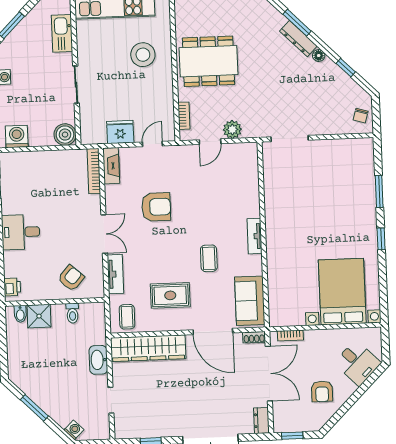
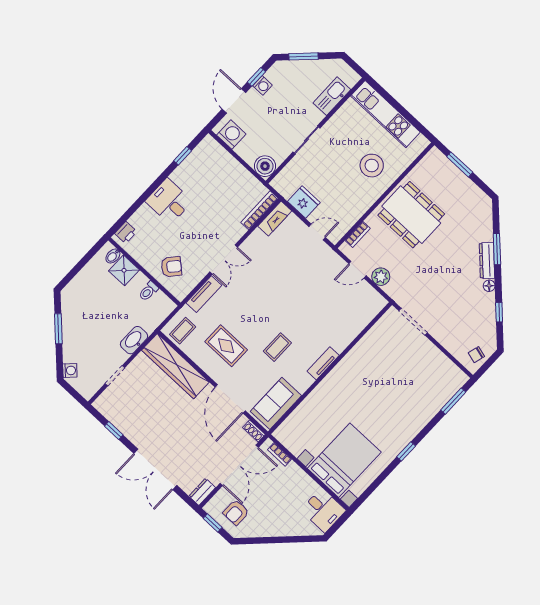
window: (379, 191) -> (453, 401), moved
armchair: (156, 207) -> (277, 277), removed
desk: (357, 363) -> (323, 510), moved, turned -45
armchair: (322, 391) -> (236, 512), moved

